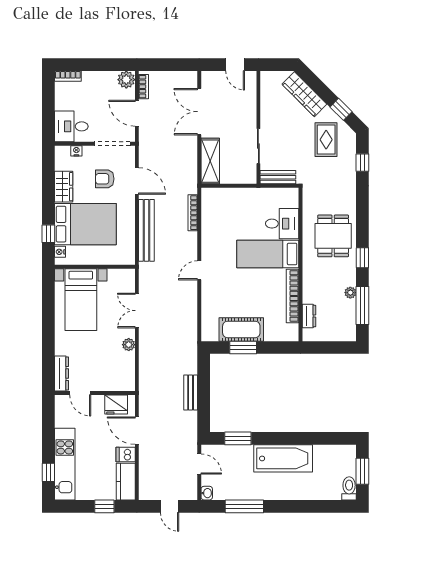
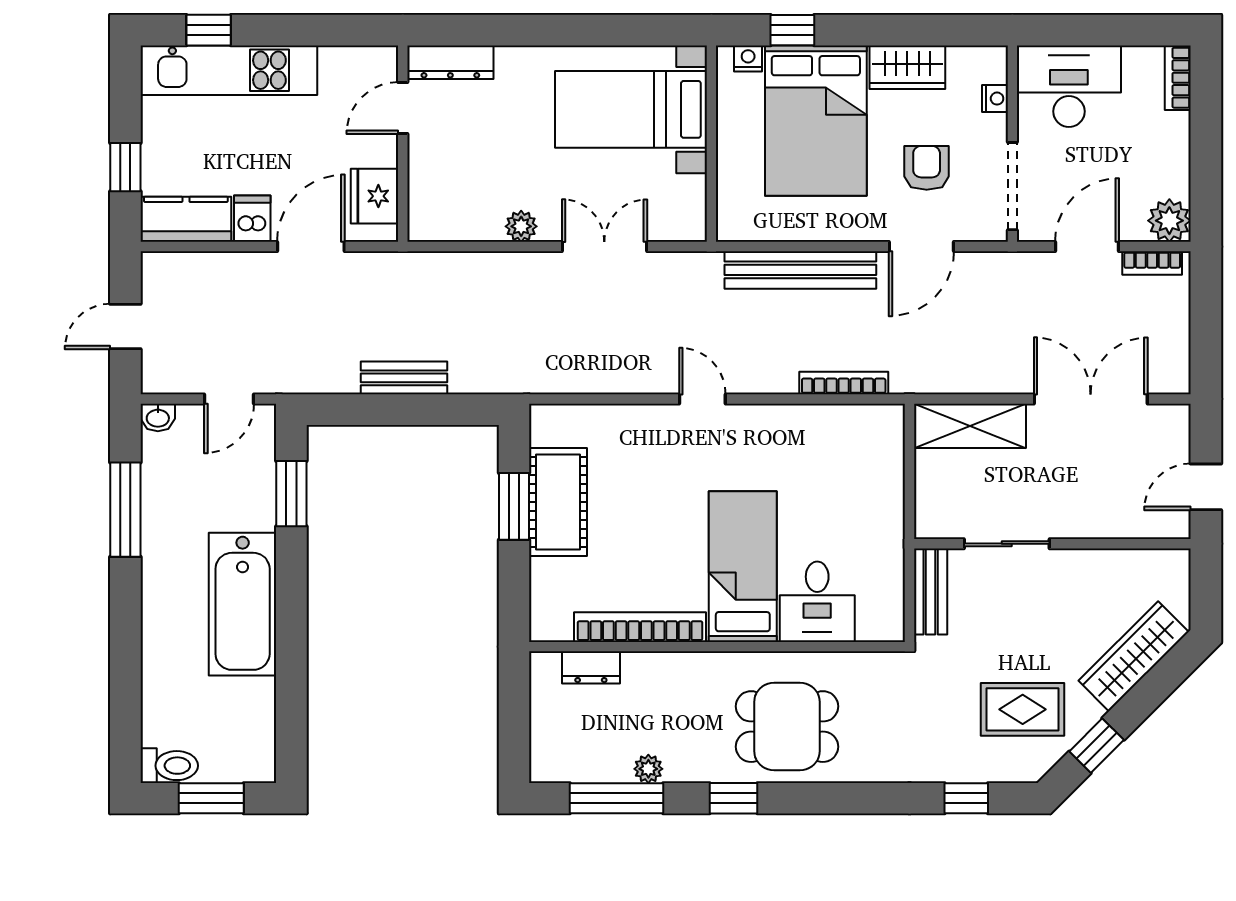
desk: (71, 126) -> (1069, 86), width x1.37

